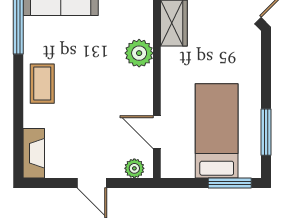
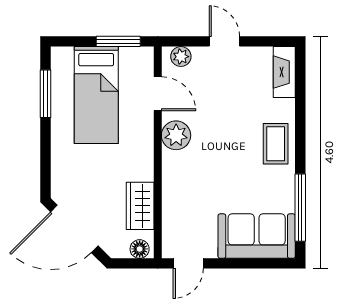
plant: (139, 53) -> (176, 135), moved
window: (230, 183) -> (118, 41), moved

